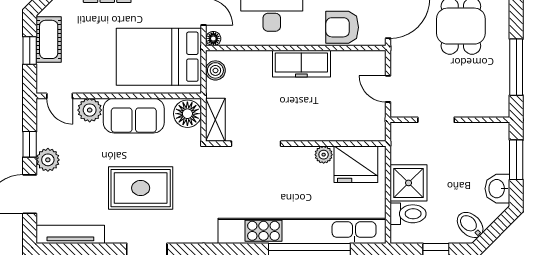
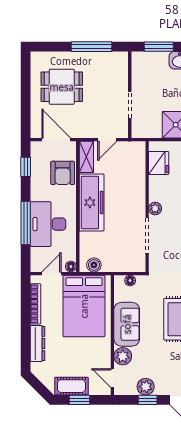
freezer: (301, 64) -> (92, 202), width x1.36, depth x1.26
door: (60, 96) -> (112, 378), swing flipped
floor lamp: (187, 114) -> (130, 281), width x0.53, depth x0.53
shelving: (215, 120) -> (86, 157), moved, turned 90
plant: (324, 155) -> (155, 209), moved
plant: (48, 160) -> (146, 387), moved
fridge: (356, 164) -> (159, 163), width x0.73, depth x0.75

